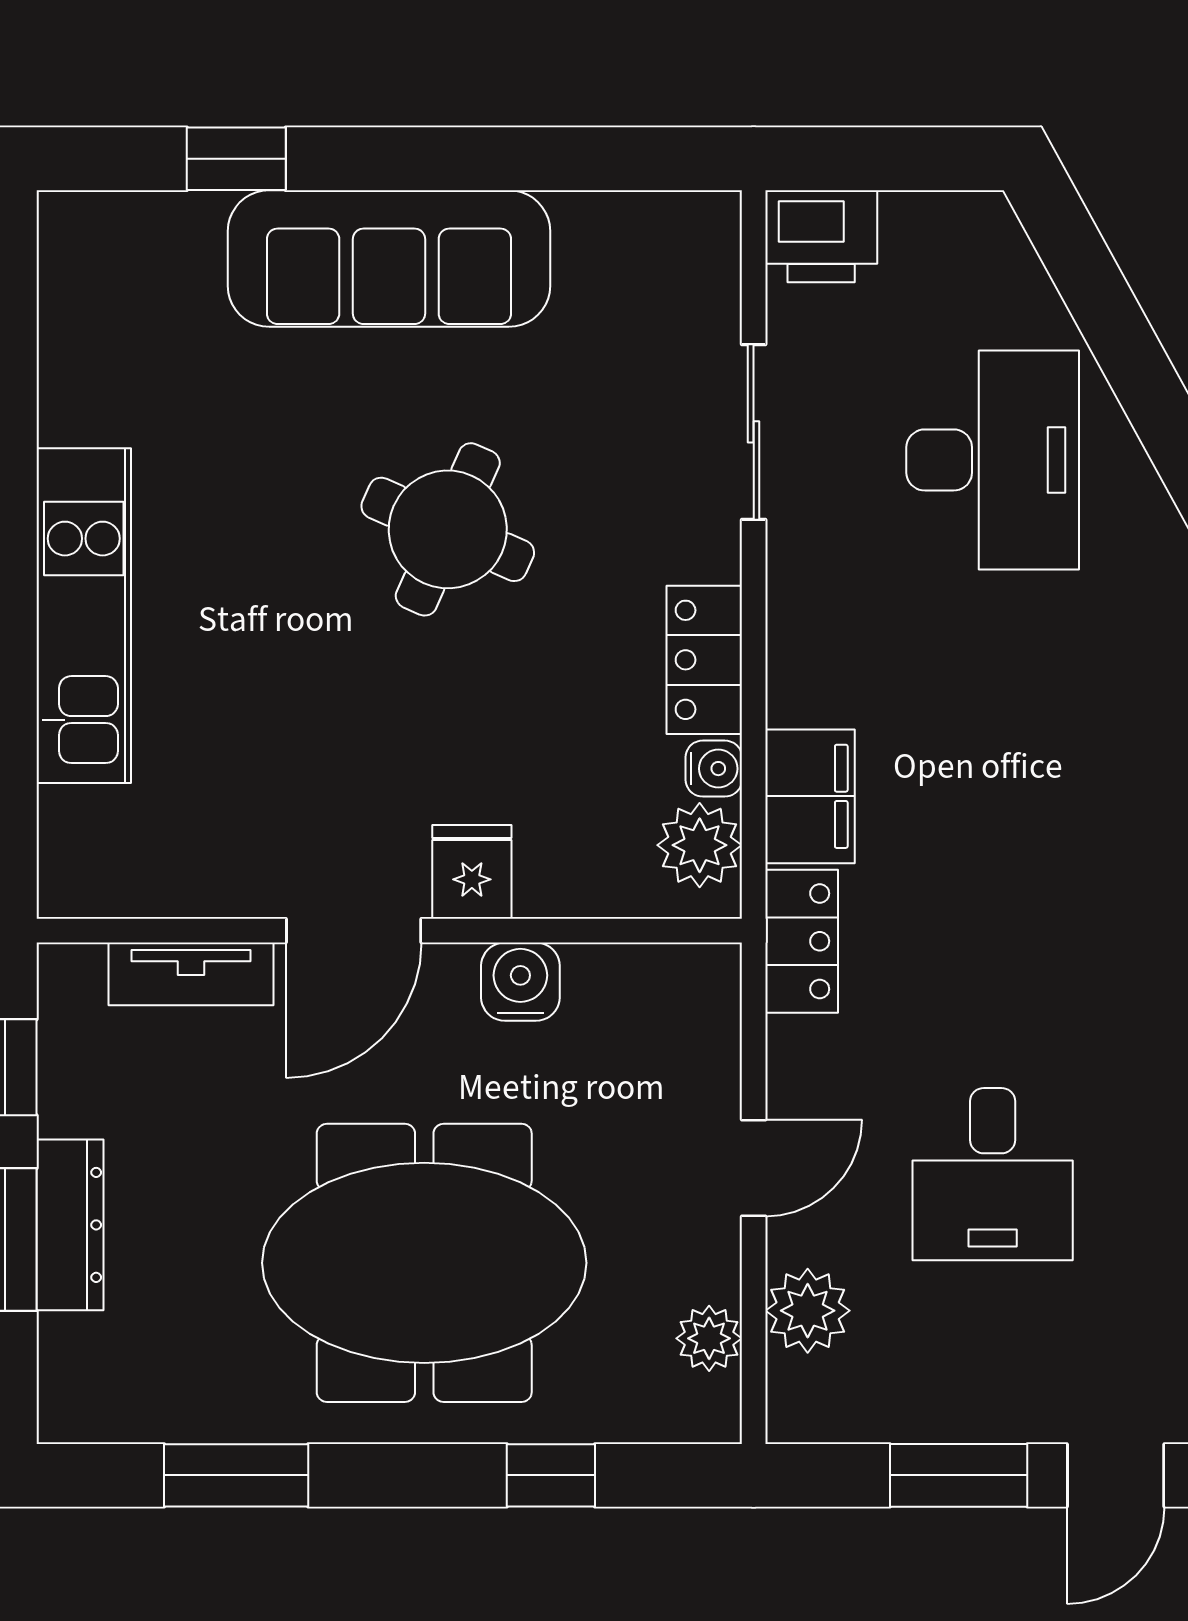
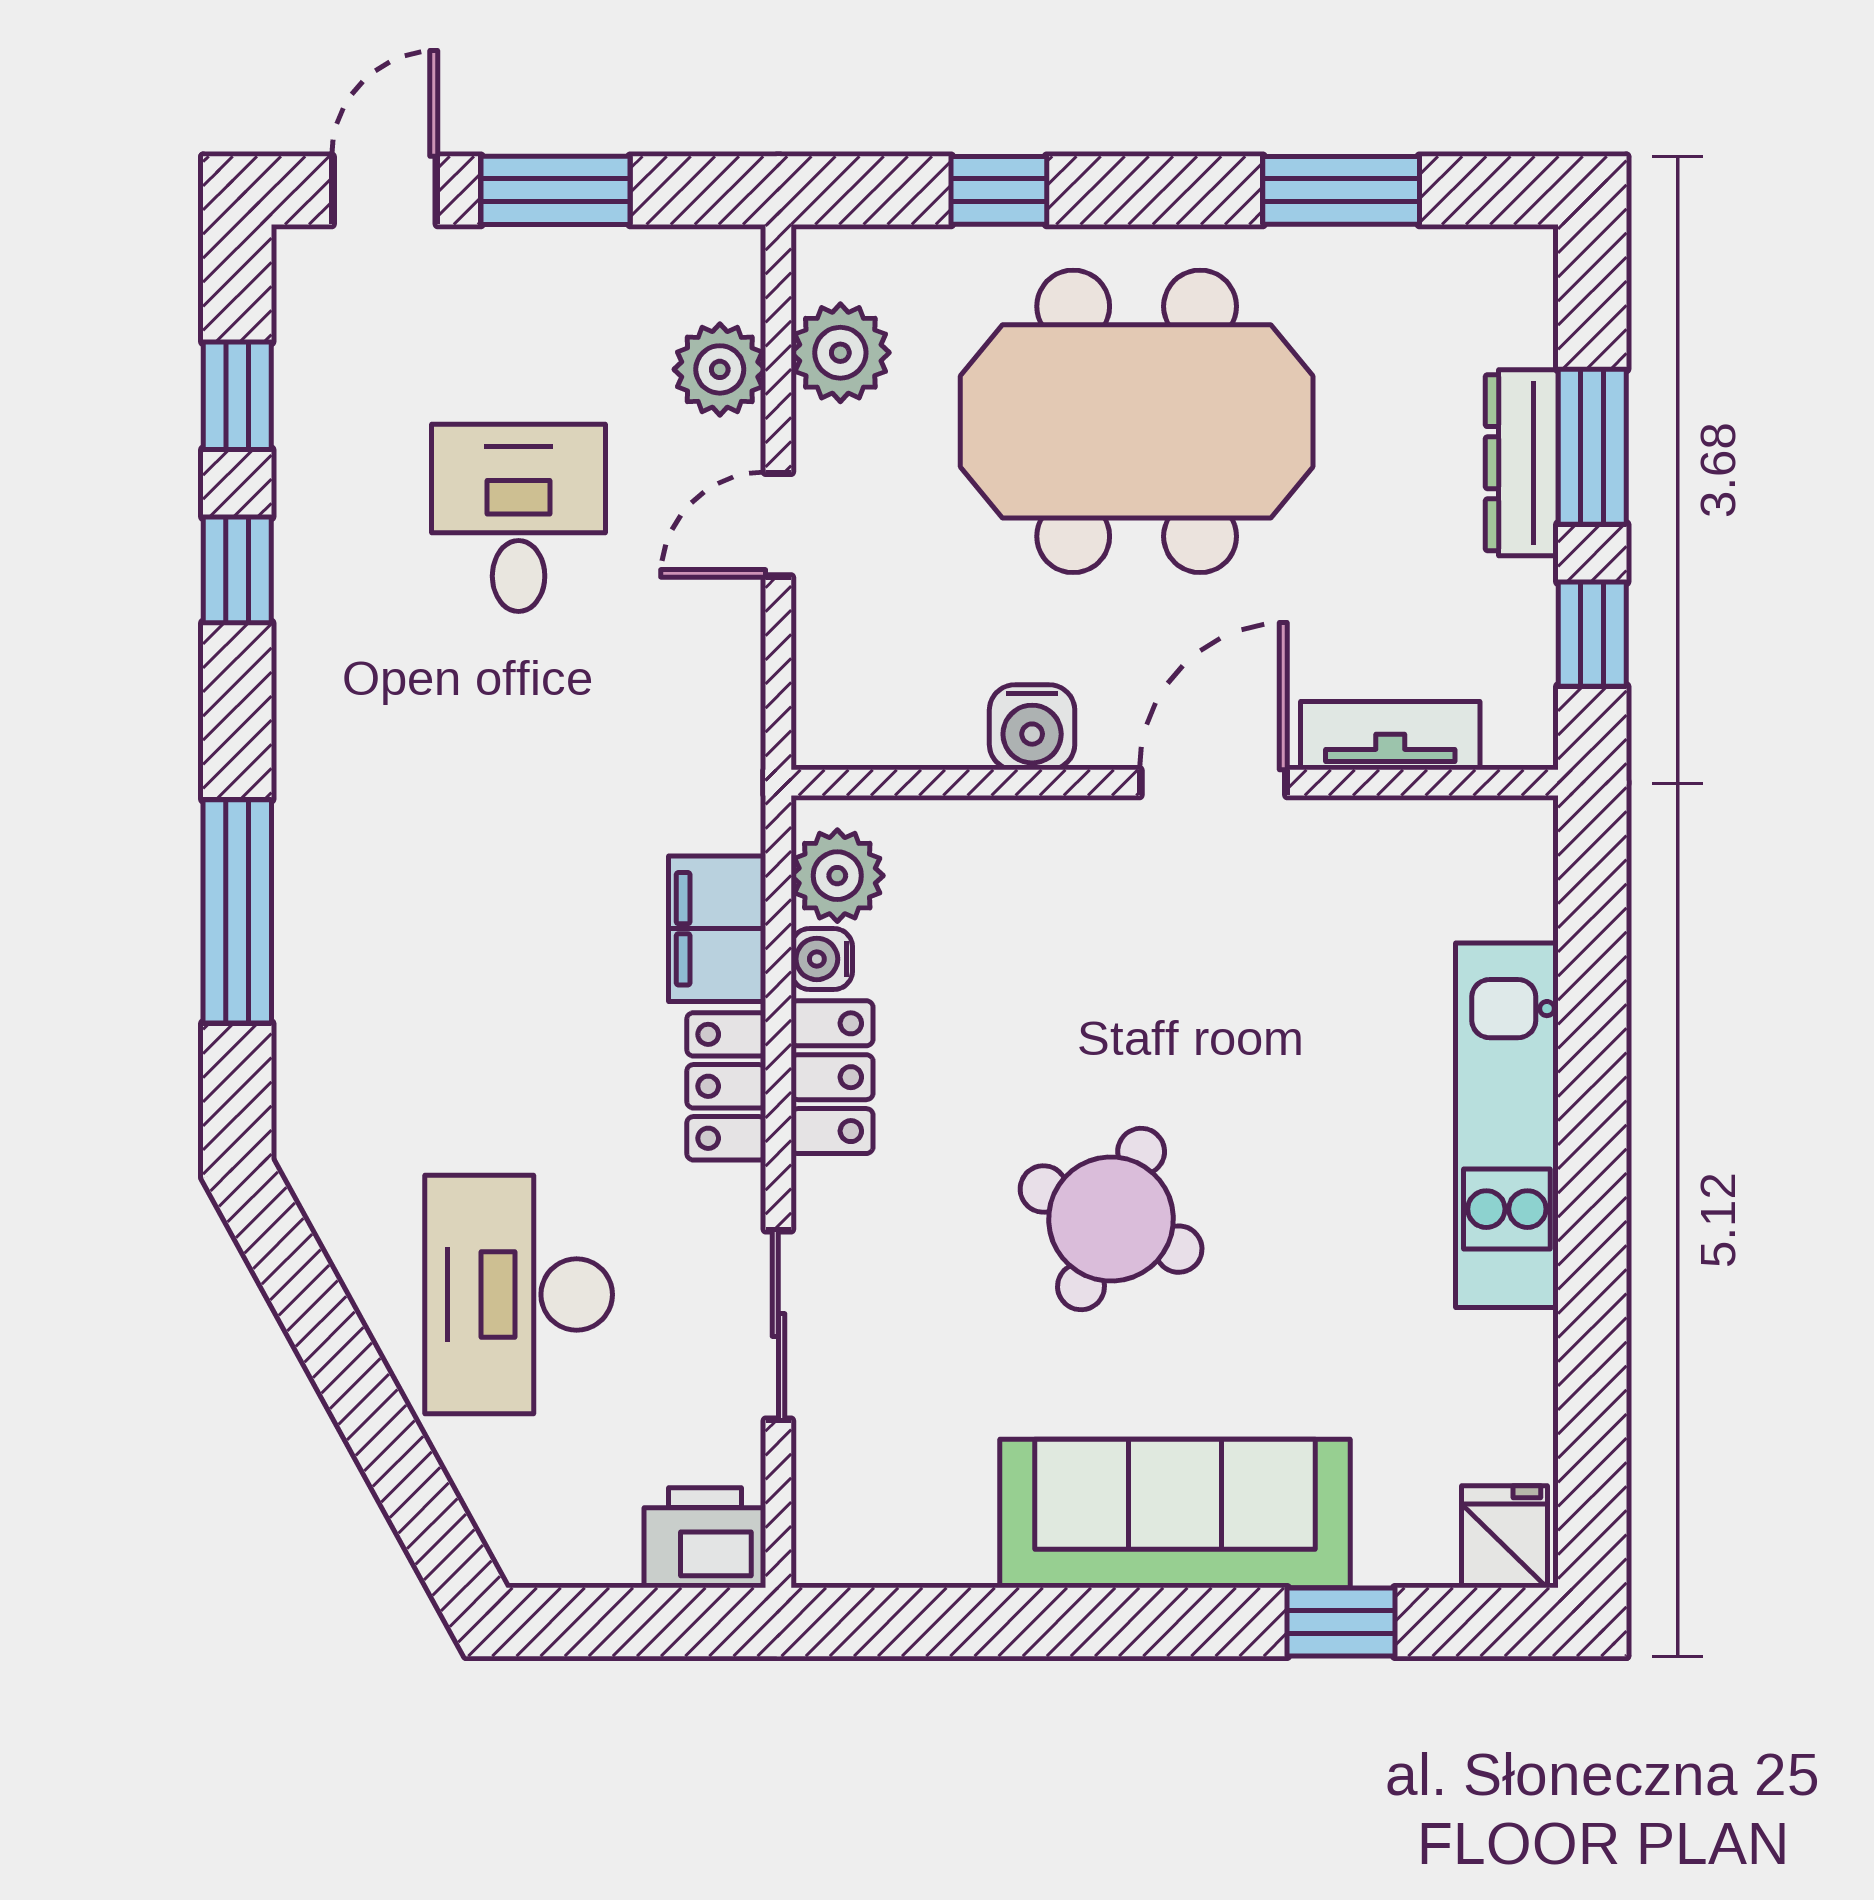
fridge: (472, 872) -> (1504, 1537), moved, turned 180
locker: (802, 941) -> (726, 1086), moved
plant: (709, 1338) -> (840, 353), width x1.38, depth x1.38

